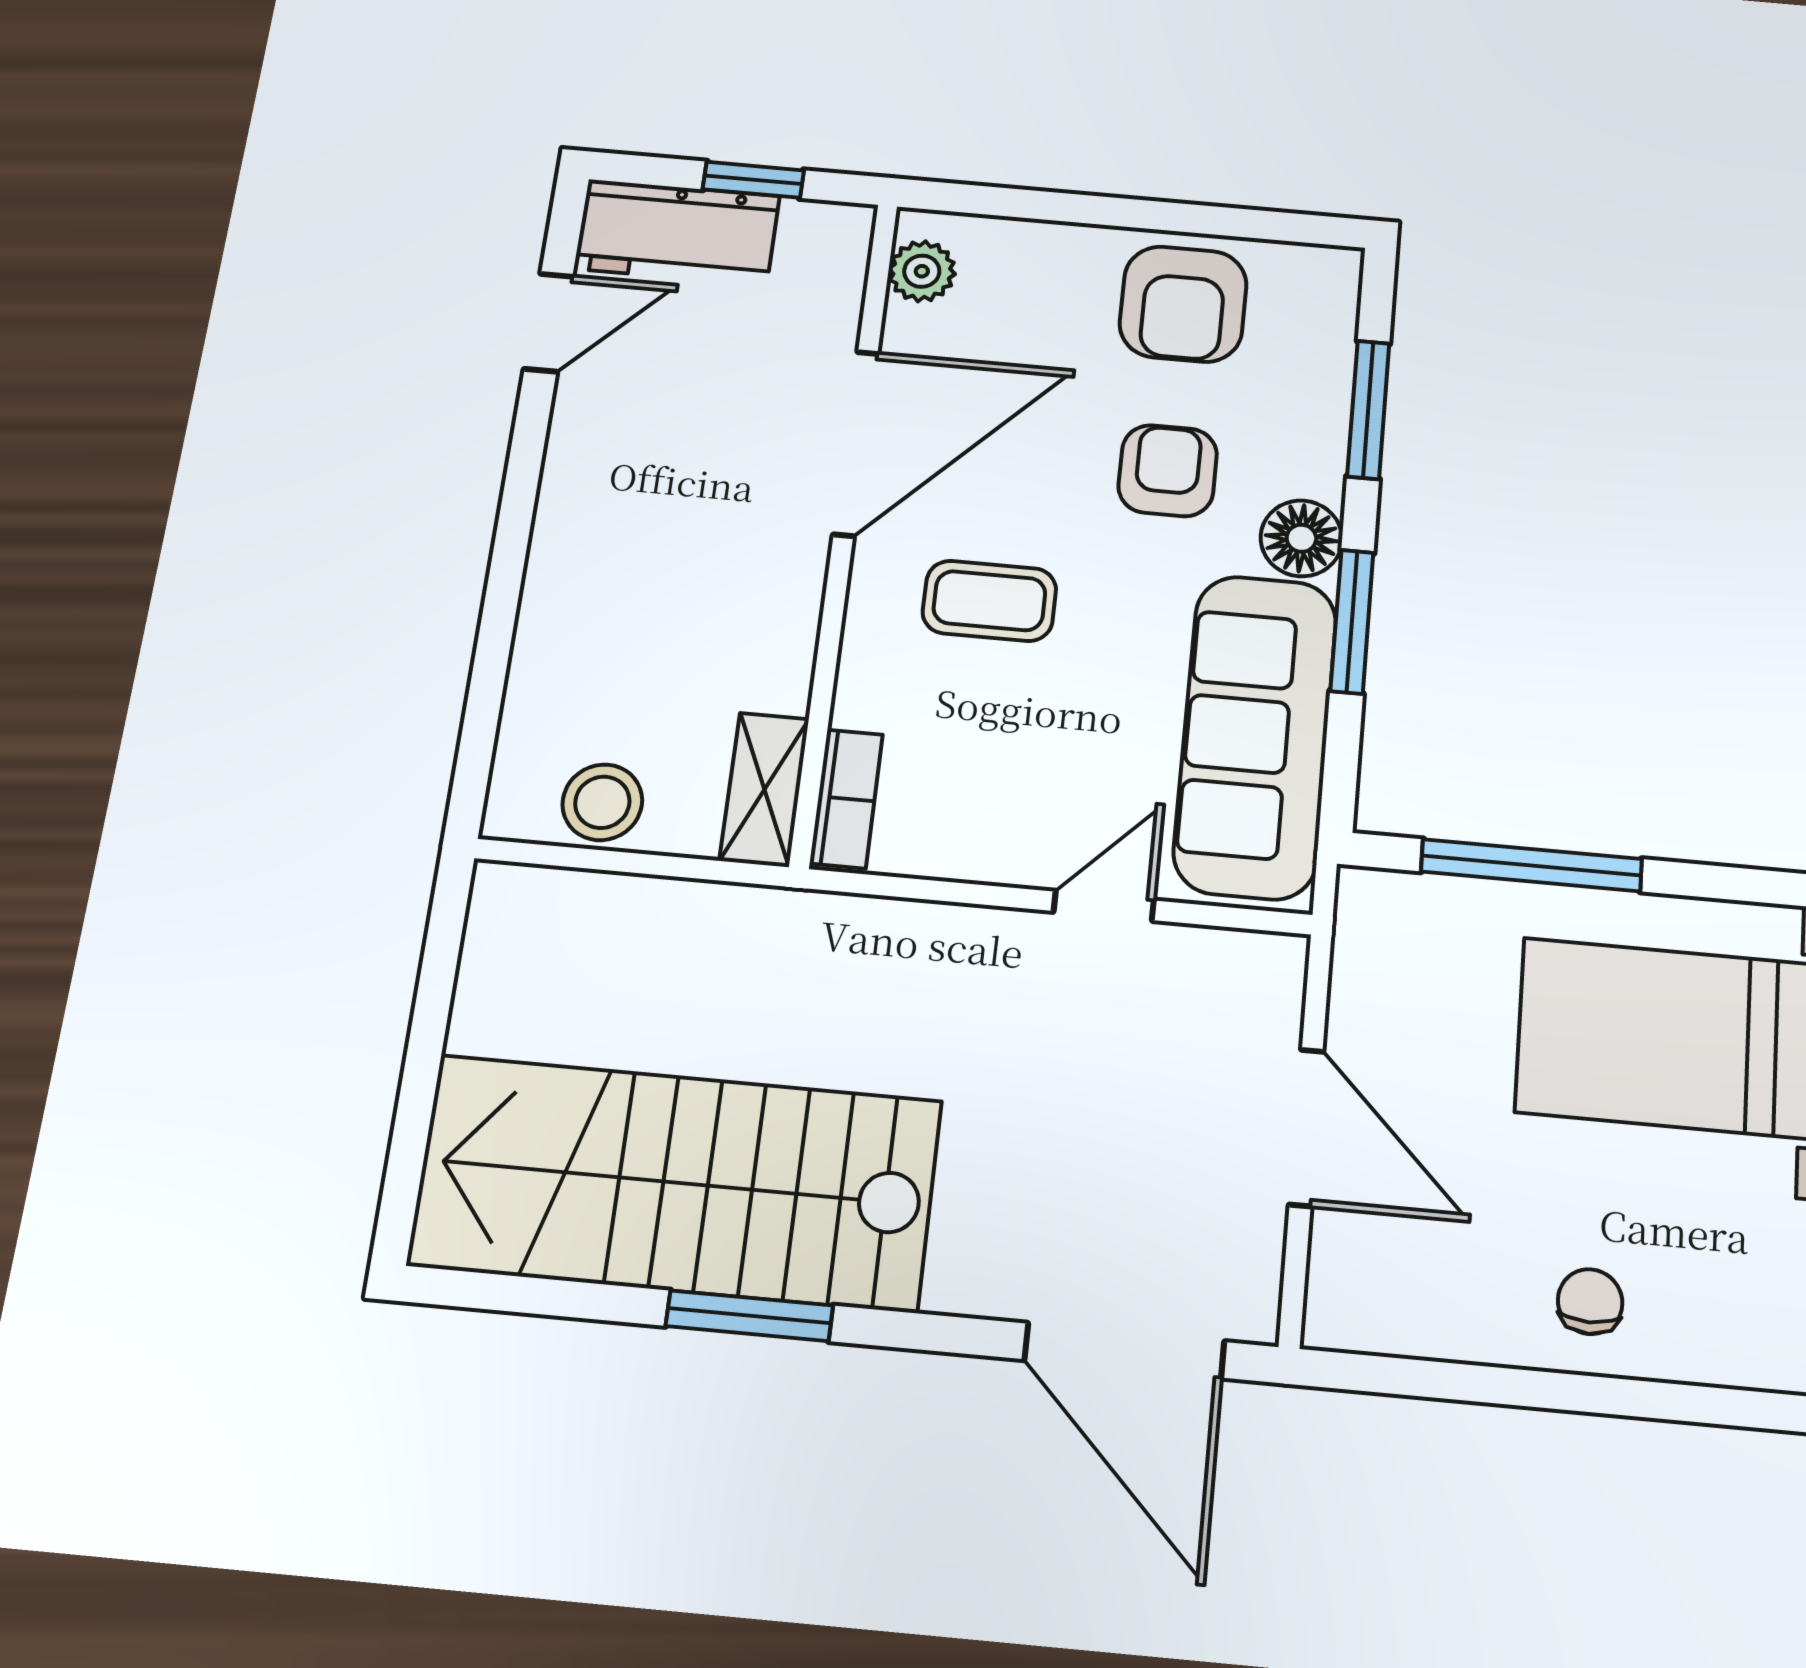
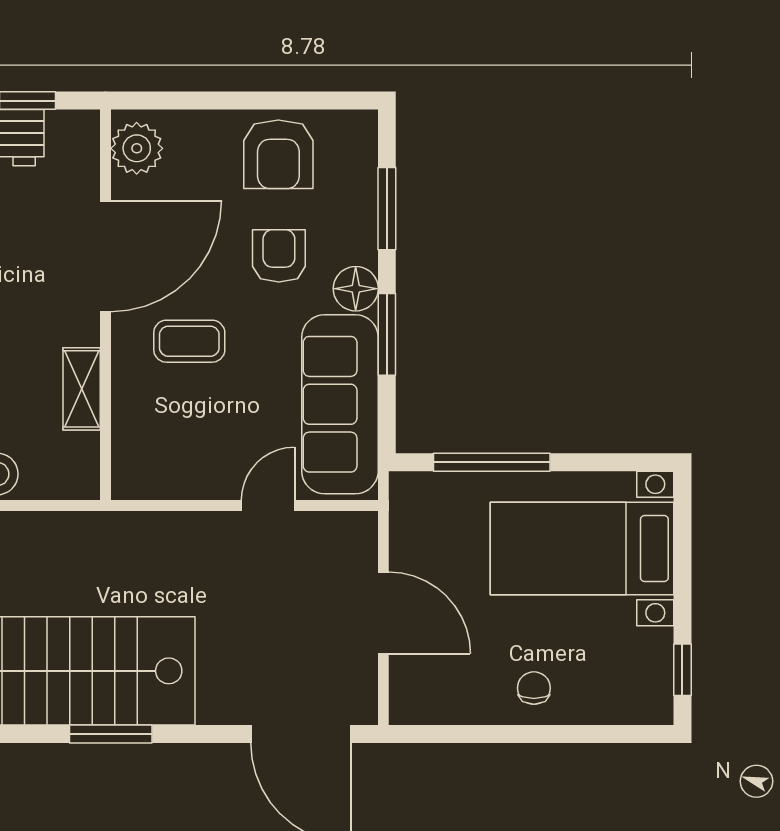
plant: (922, 271) -> (137, 148), width x1.38, depth x1.38
shelving: (764, 790) -> (82, 389), moved
bookcase: (846, 799) -> (126, 460), removed

